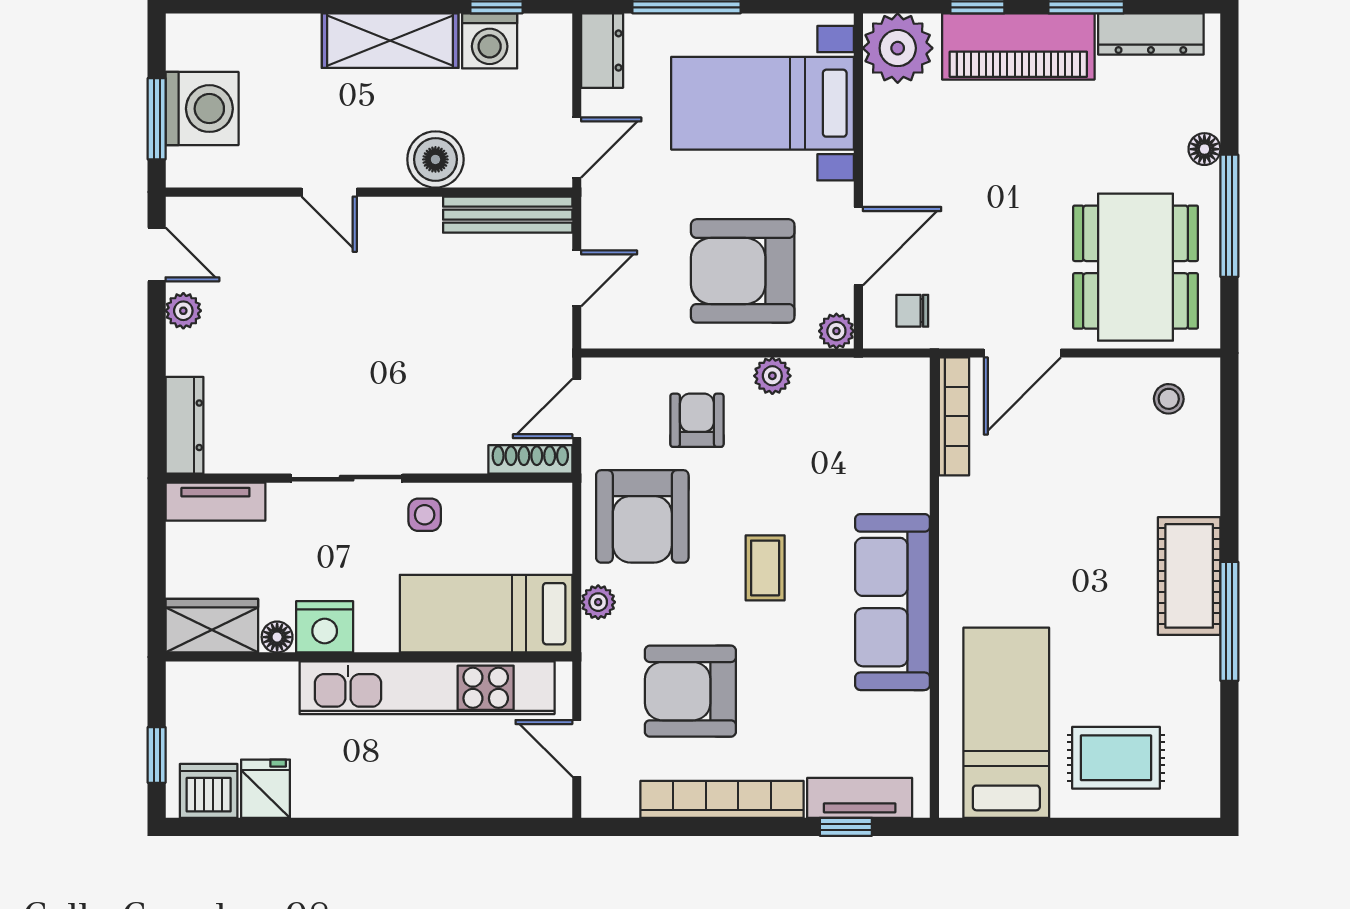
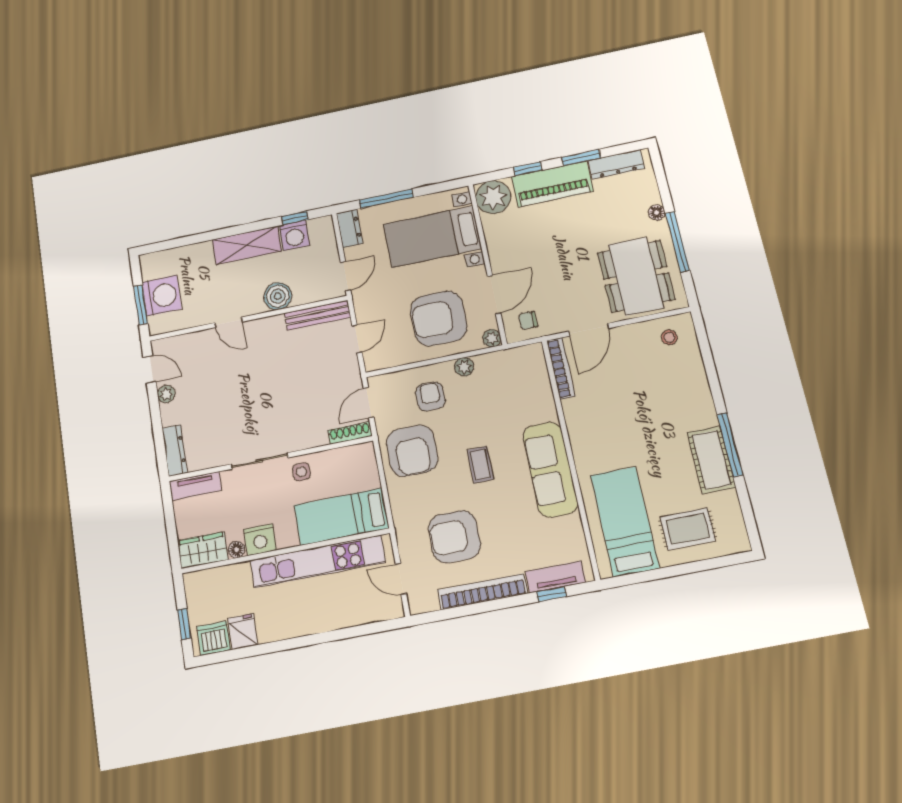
cot: (1189, 576) -> (711, 460), moved
plant: (598, 602) -> (398, 499), removed

